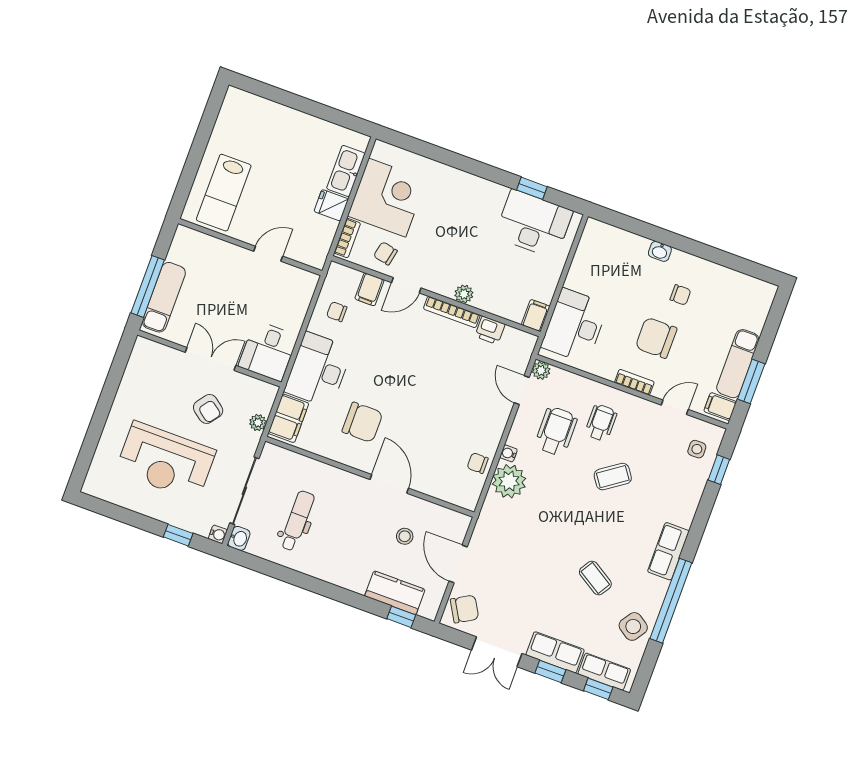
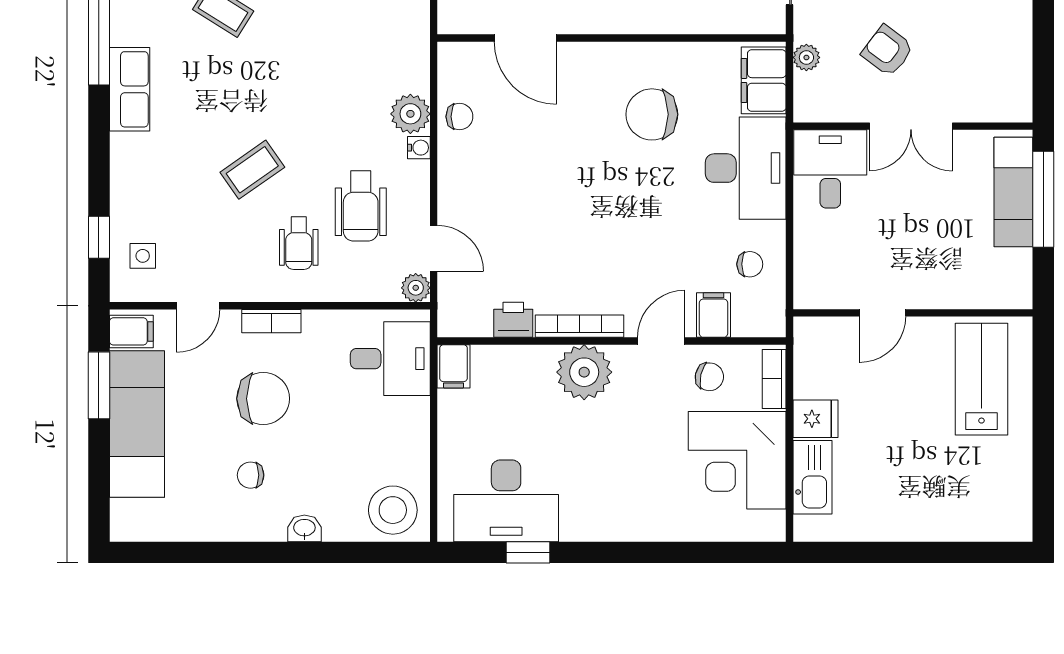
stool: (603, 243) -> (393, 510), added
plant: (464, 294) -> (584, 372), width x1.88, depth x1.88
desk: (575, 326) -> (390, 359), width x0.73
exam couch: (738, 364) -> (137, 424), width x1.36, depth x1.45
plant: (509, 481) -> (410, 114), width x0.73, depth x0.73
door: (389, 484) -> (525, 38), moved

